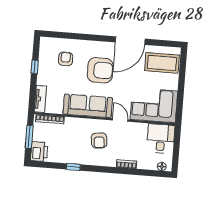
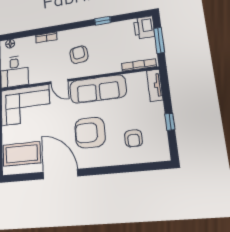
door: (130, 41) -> (60, 174), hinge flipped

